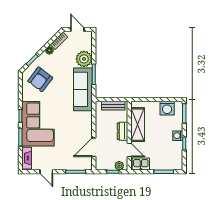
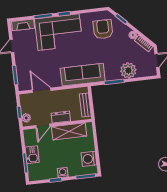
armchair: (40, 79) -> (103, 29), turned 53
sofa: (83, 89) -> (83, 75), moved
kitchen sink: (141, 164) -> (32, 155), moved

